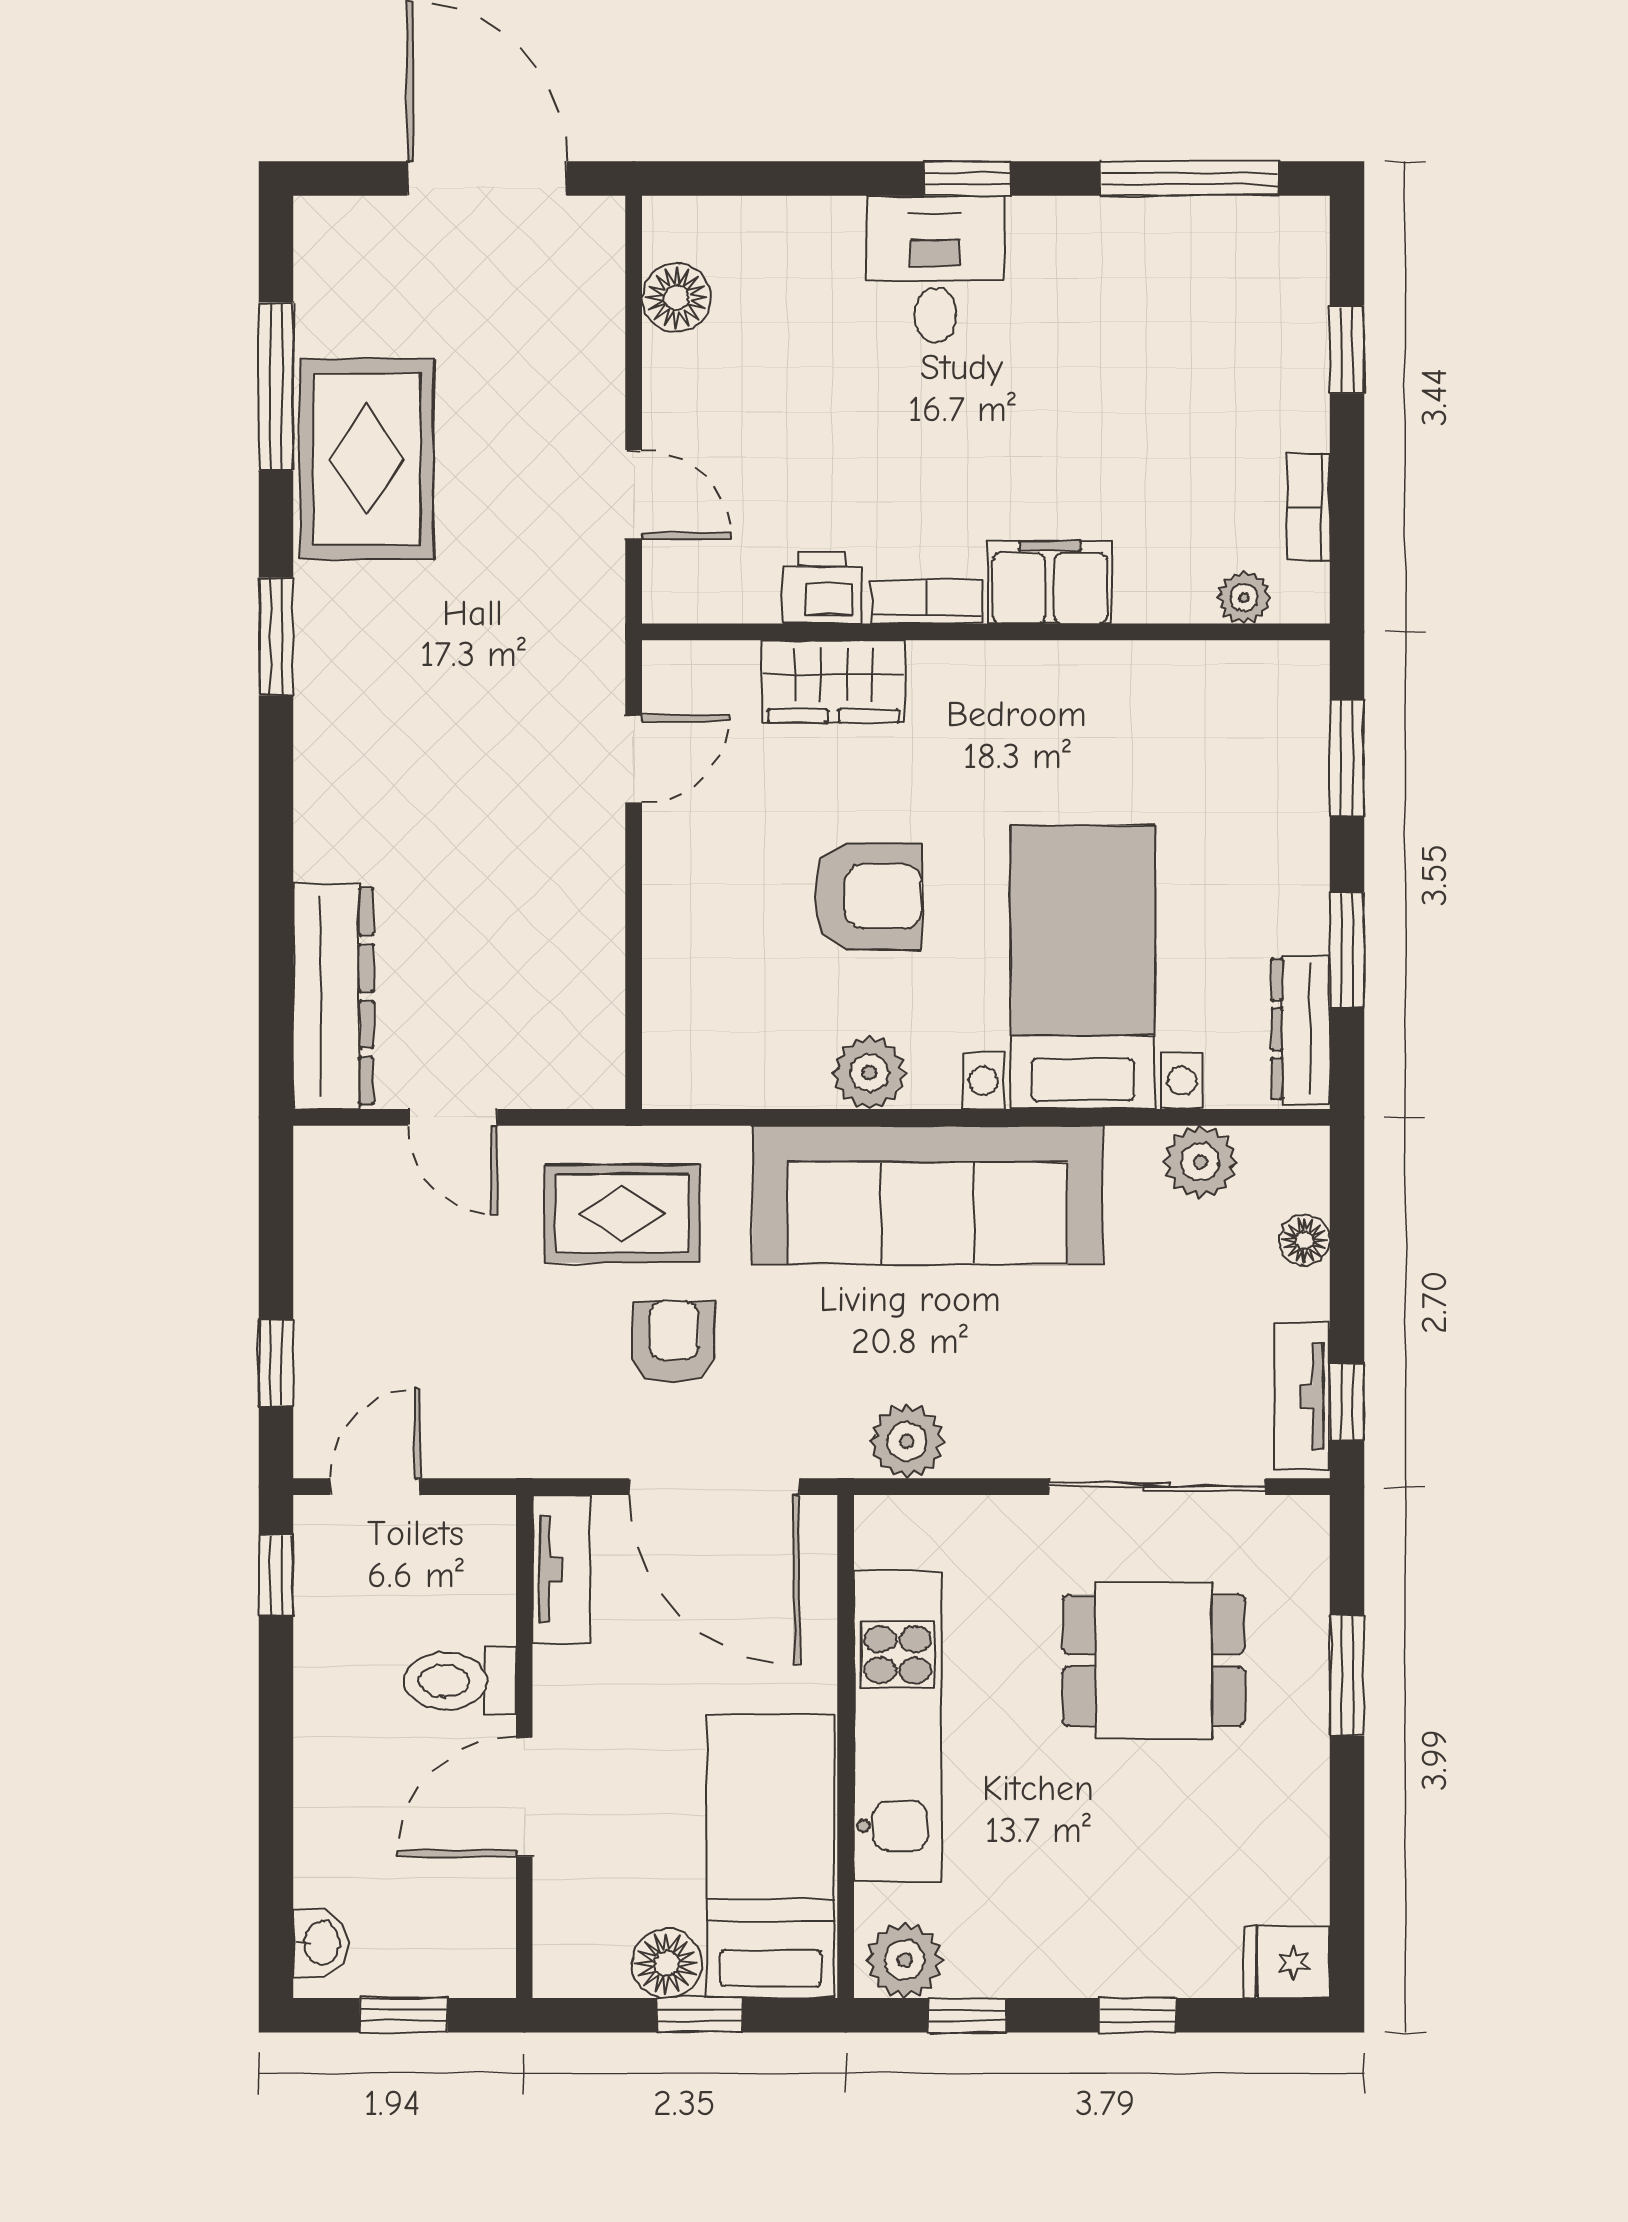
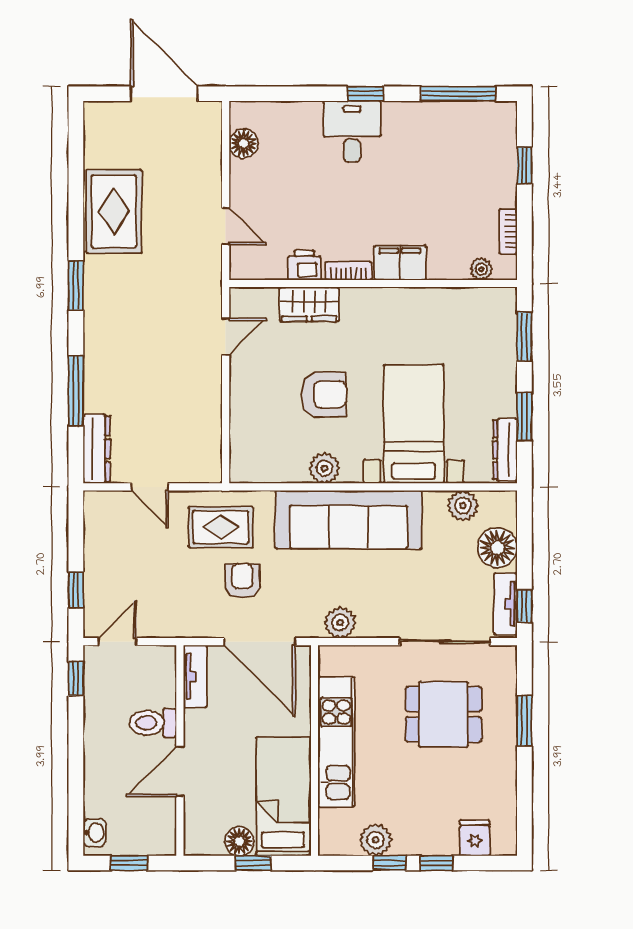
window: (276, 387) -> (76, 391), moved
dresser: (333, 996) -> (97, 449), width x0.73, depth x0.80
floor lamp: (1305, 1240) -> (497, 548), width x1.89, depth x1.89
plant: (904, 1960) -> (376, 840), moved
fridge: (1287, 1962) -> (475, 838), moved, turned 90
window: (967, 2015) -> (390, 863), moved

